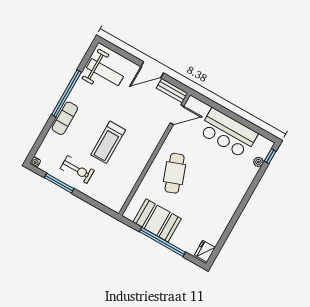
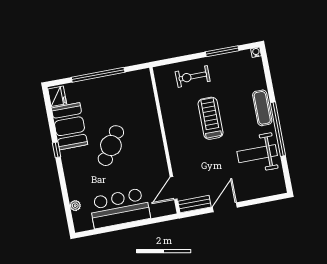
weight bench: (105, 72) -> (257, 154), moved
window: (270, 156) -> (57, 150), moved
exercise bike: (77, 170) -> (193, 76), moved
cafe table: (175, 173) -> (111, 146), moved, turned 53
booth: (157, 220) -> (70, 126), moved, turned 90

